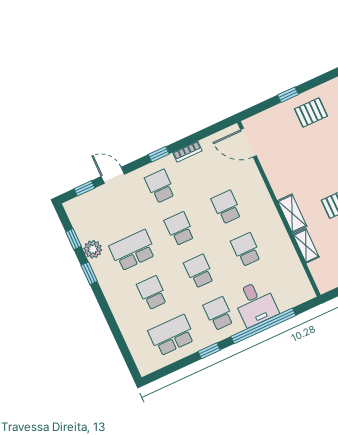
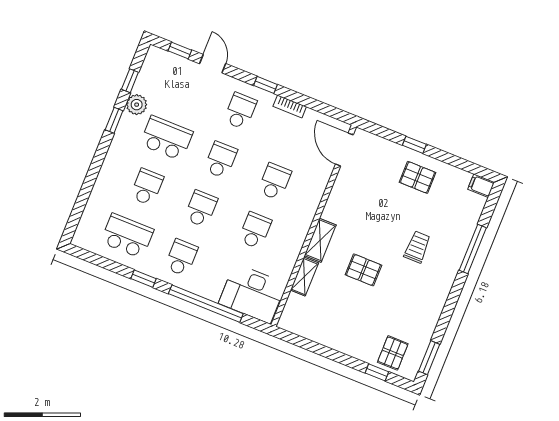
desk: (255, 303) -> (252, 293), moved, width x1.37

